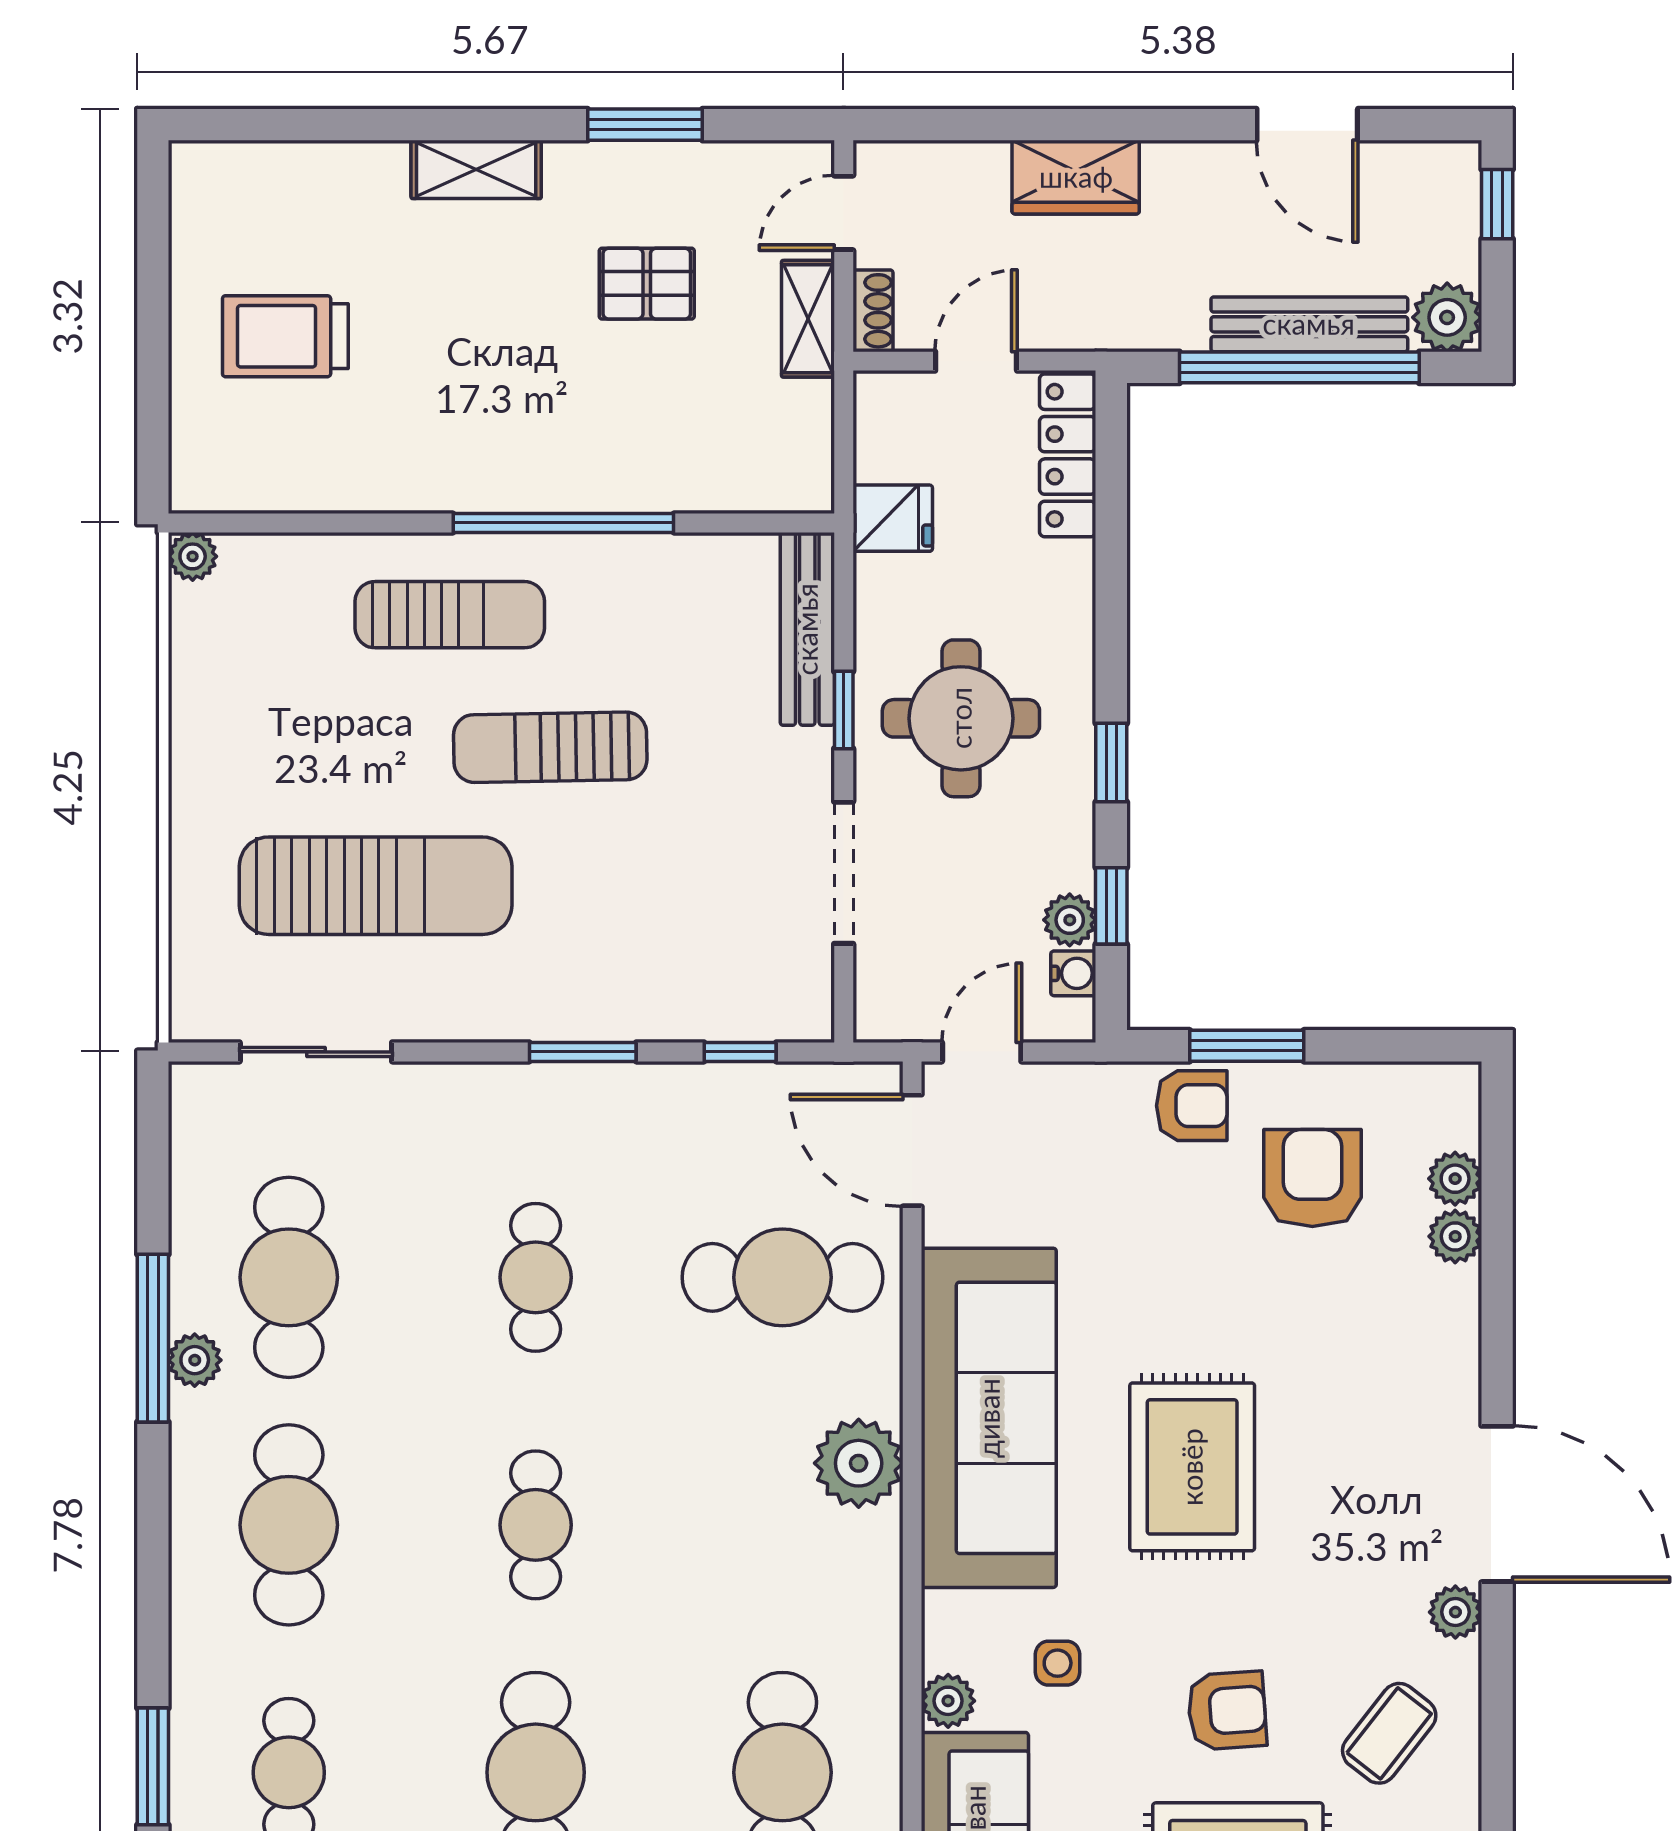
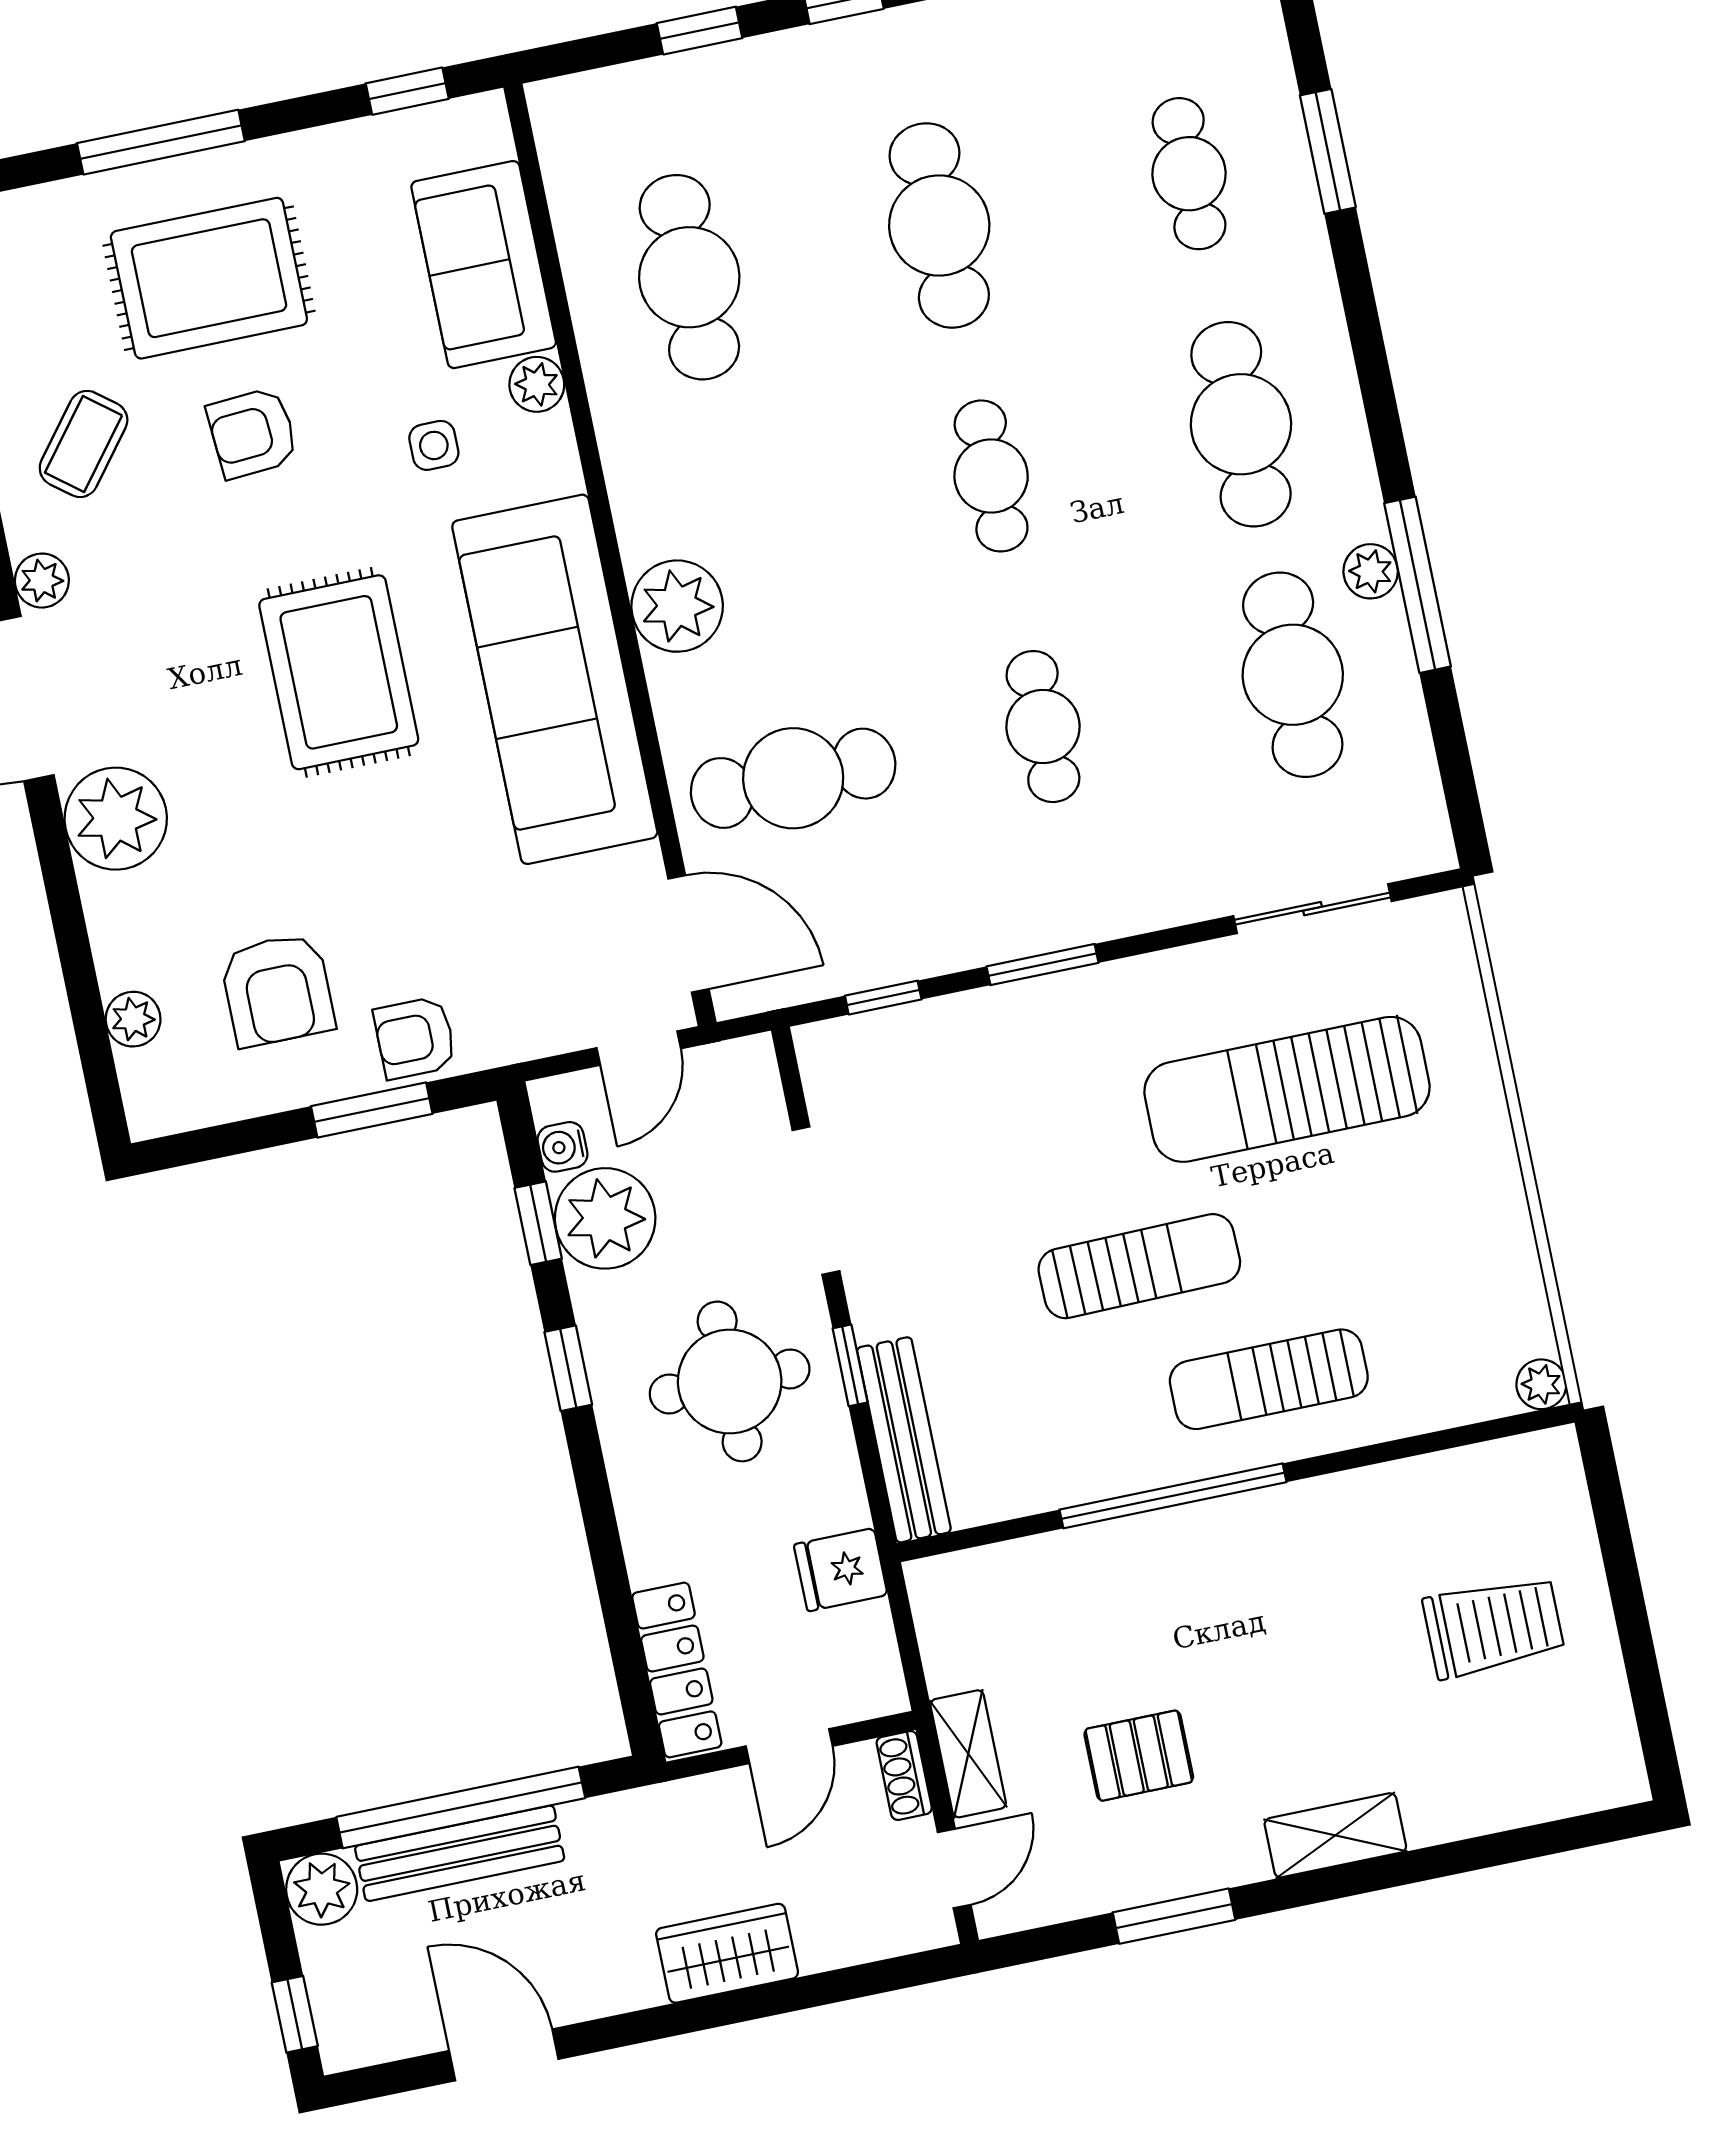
plant: (1070, 920) -> (605, 1218), width x1.88, depth x1.88
plant: (1455, 1236) -> (116, 819), moved, width x1.87, depth x1.87

